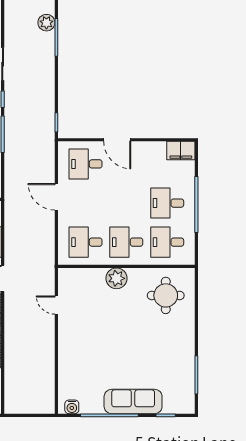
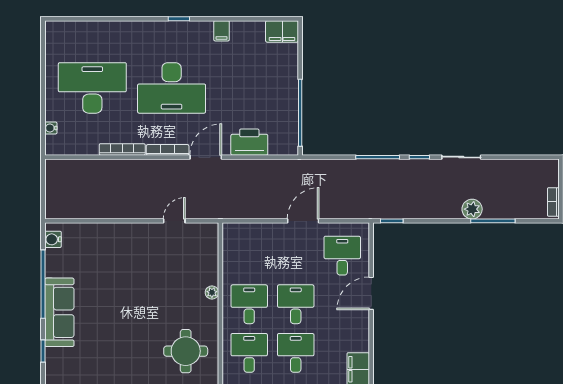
plant: (46, 23) -> (472, 209), moved
desk: (86, 242) -> (296, 304), moved
plant: (116, 278) -> (212, 293), width x0.53, depth x0.53

